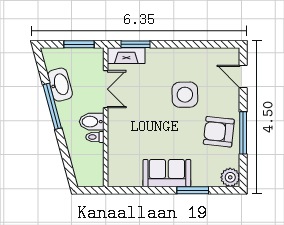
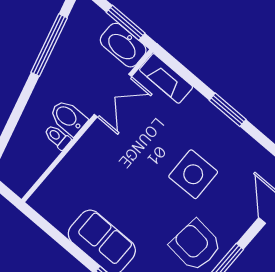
window: (135, 44) -> (228, 110), moved
washbasin: (60, 85) -> (123, 45), moved, turned 105
window: (52, 106) -> (49, 45), moved

